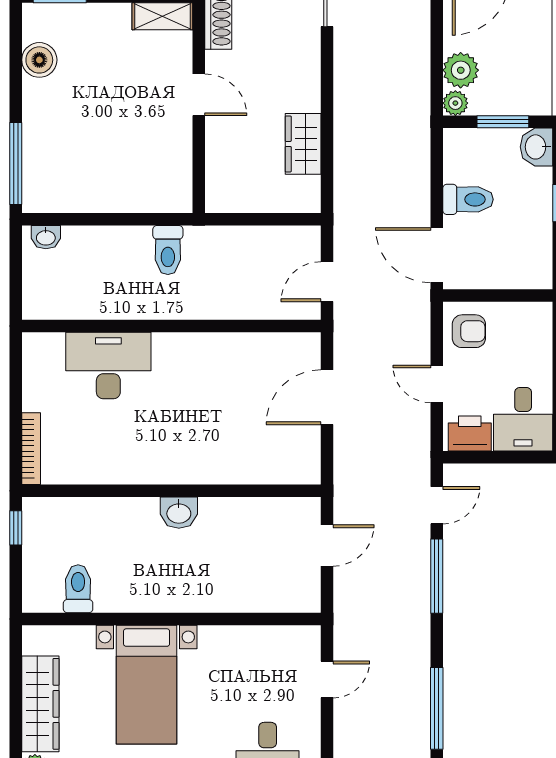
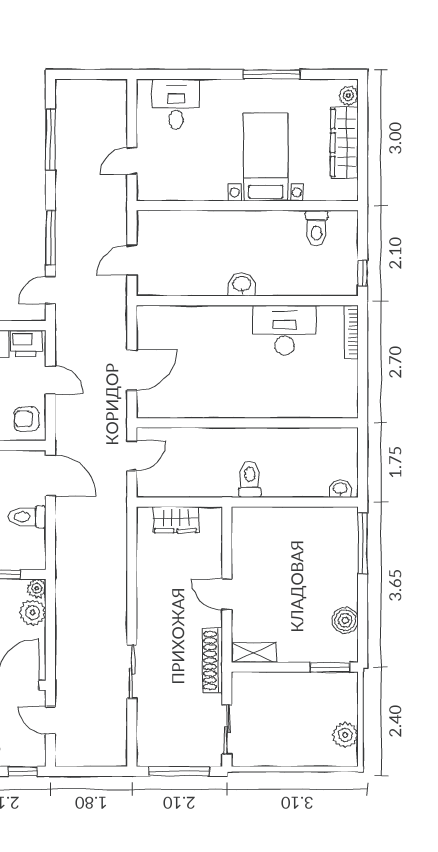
wardrobe: (303, 144) -> (176, 520), moved, turned 90
desk: (108, 366) -> (285, 330), moved, turned 180

